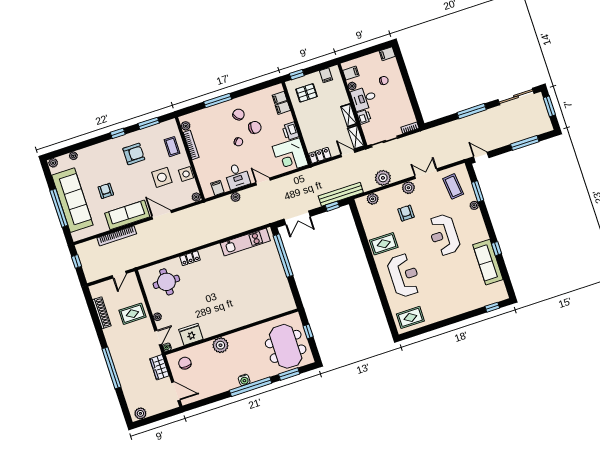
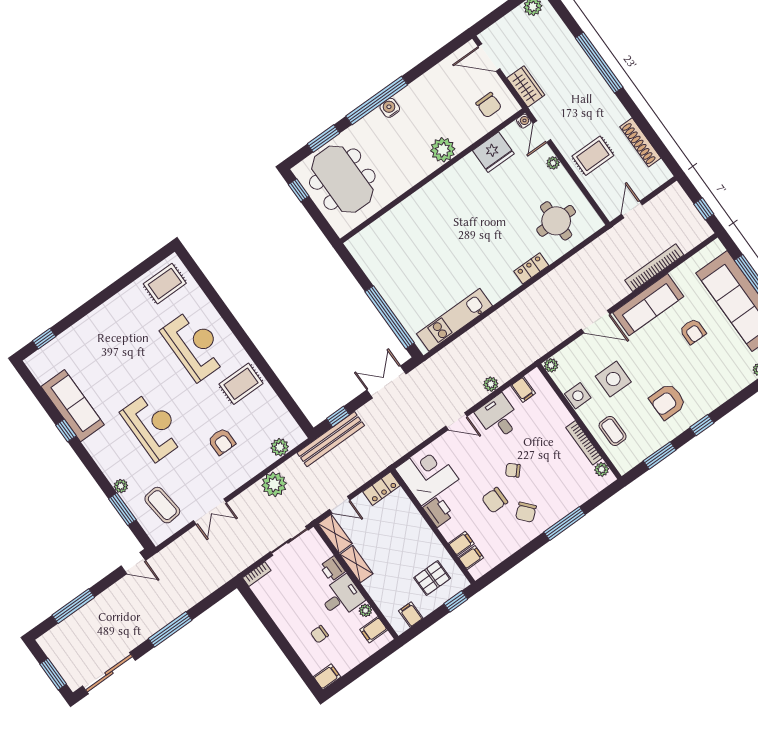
plant: (408, 188) -> (230, 482), removed
reception desk: (404, 275) -> (195, 345), turned 180
window: (308, 331) -> (299, 190), moved

